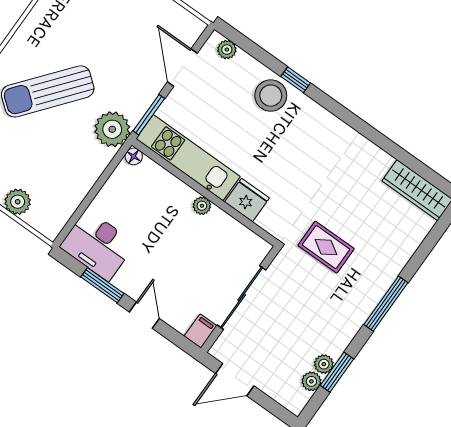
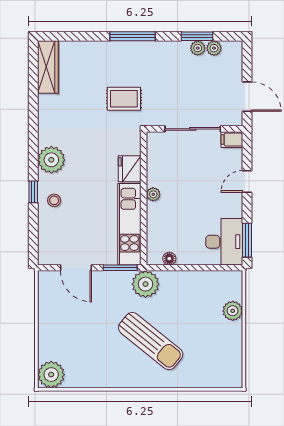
plant: (227, 50) -> (51, 160), moved, width x1.87, depth x1.87
door: (182, 68) -> (76, 268), hinge flipped
stool: (271, 96) -> (54, 200), width x0.53, depth x0.53
floor lamp: (134, 156) -> (169, 259), moved
rug: (326, 247) -> (124, 99), turned 90
window: (102, 285) -> (247, 240), moved

